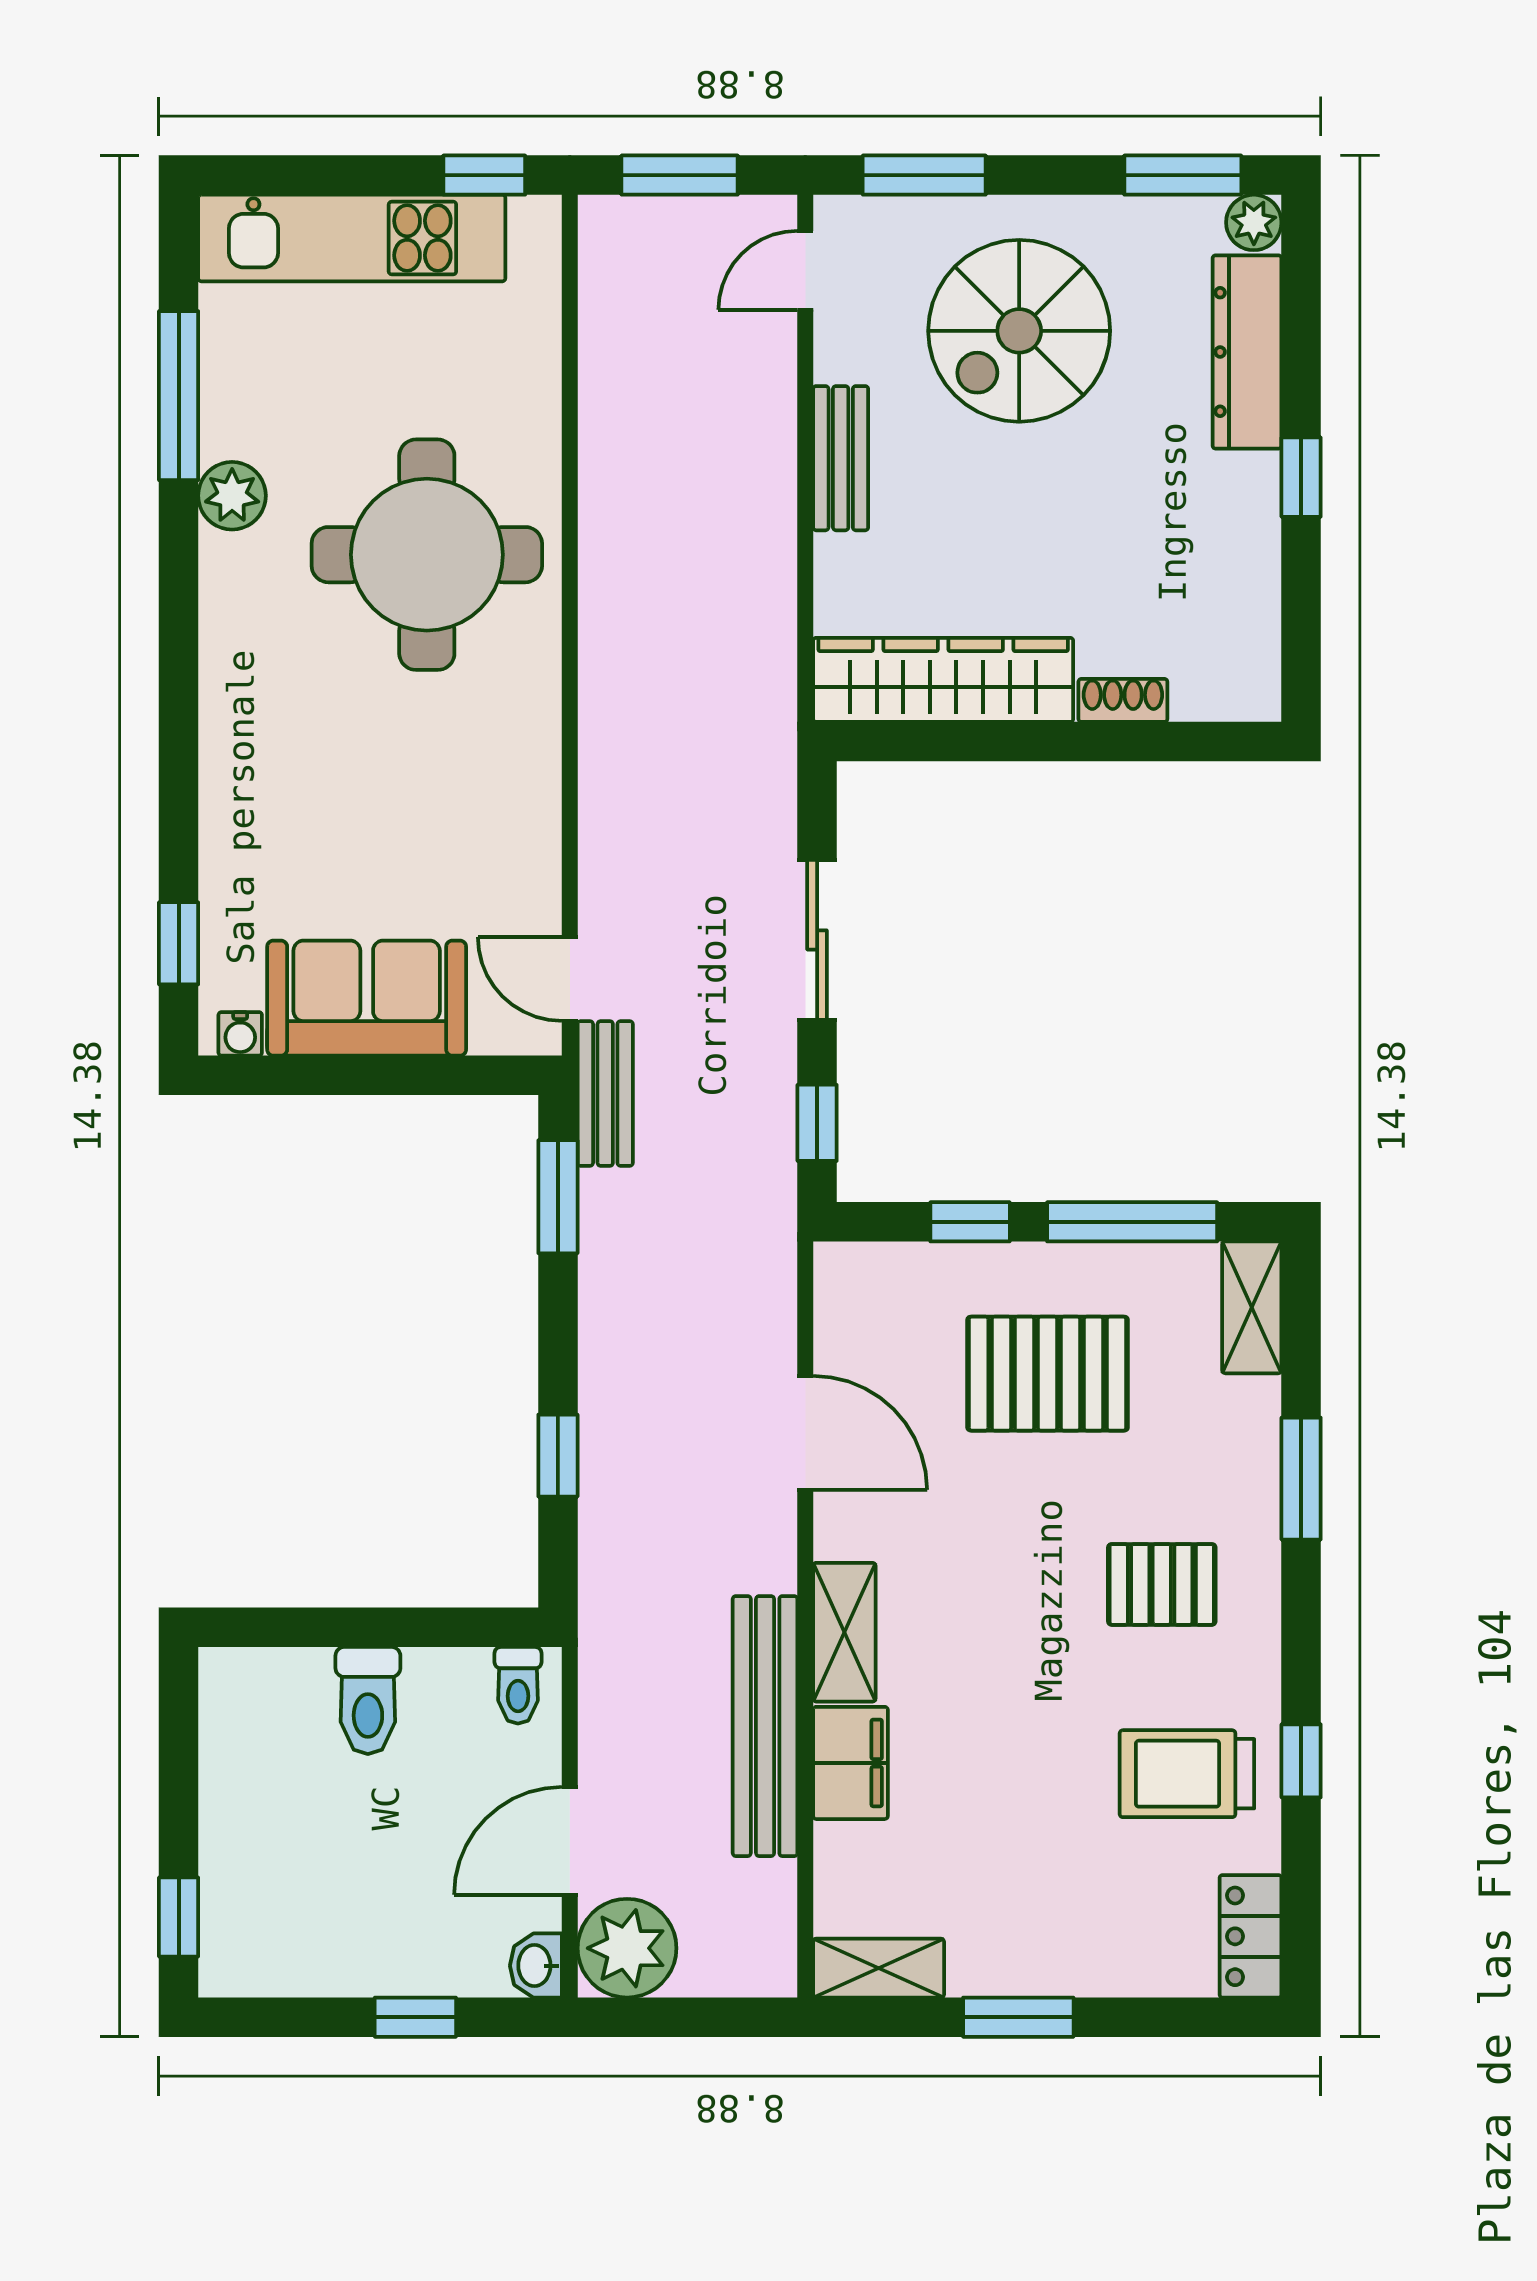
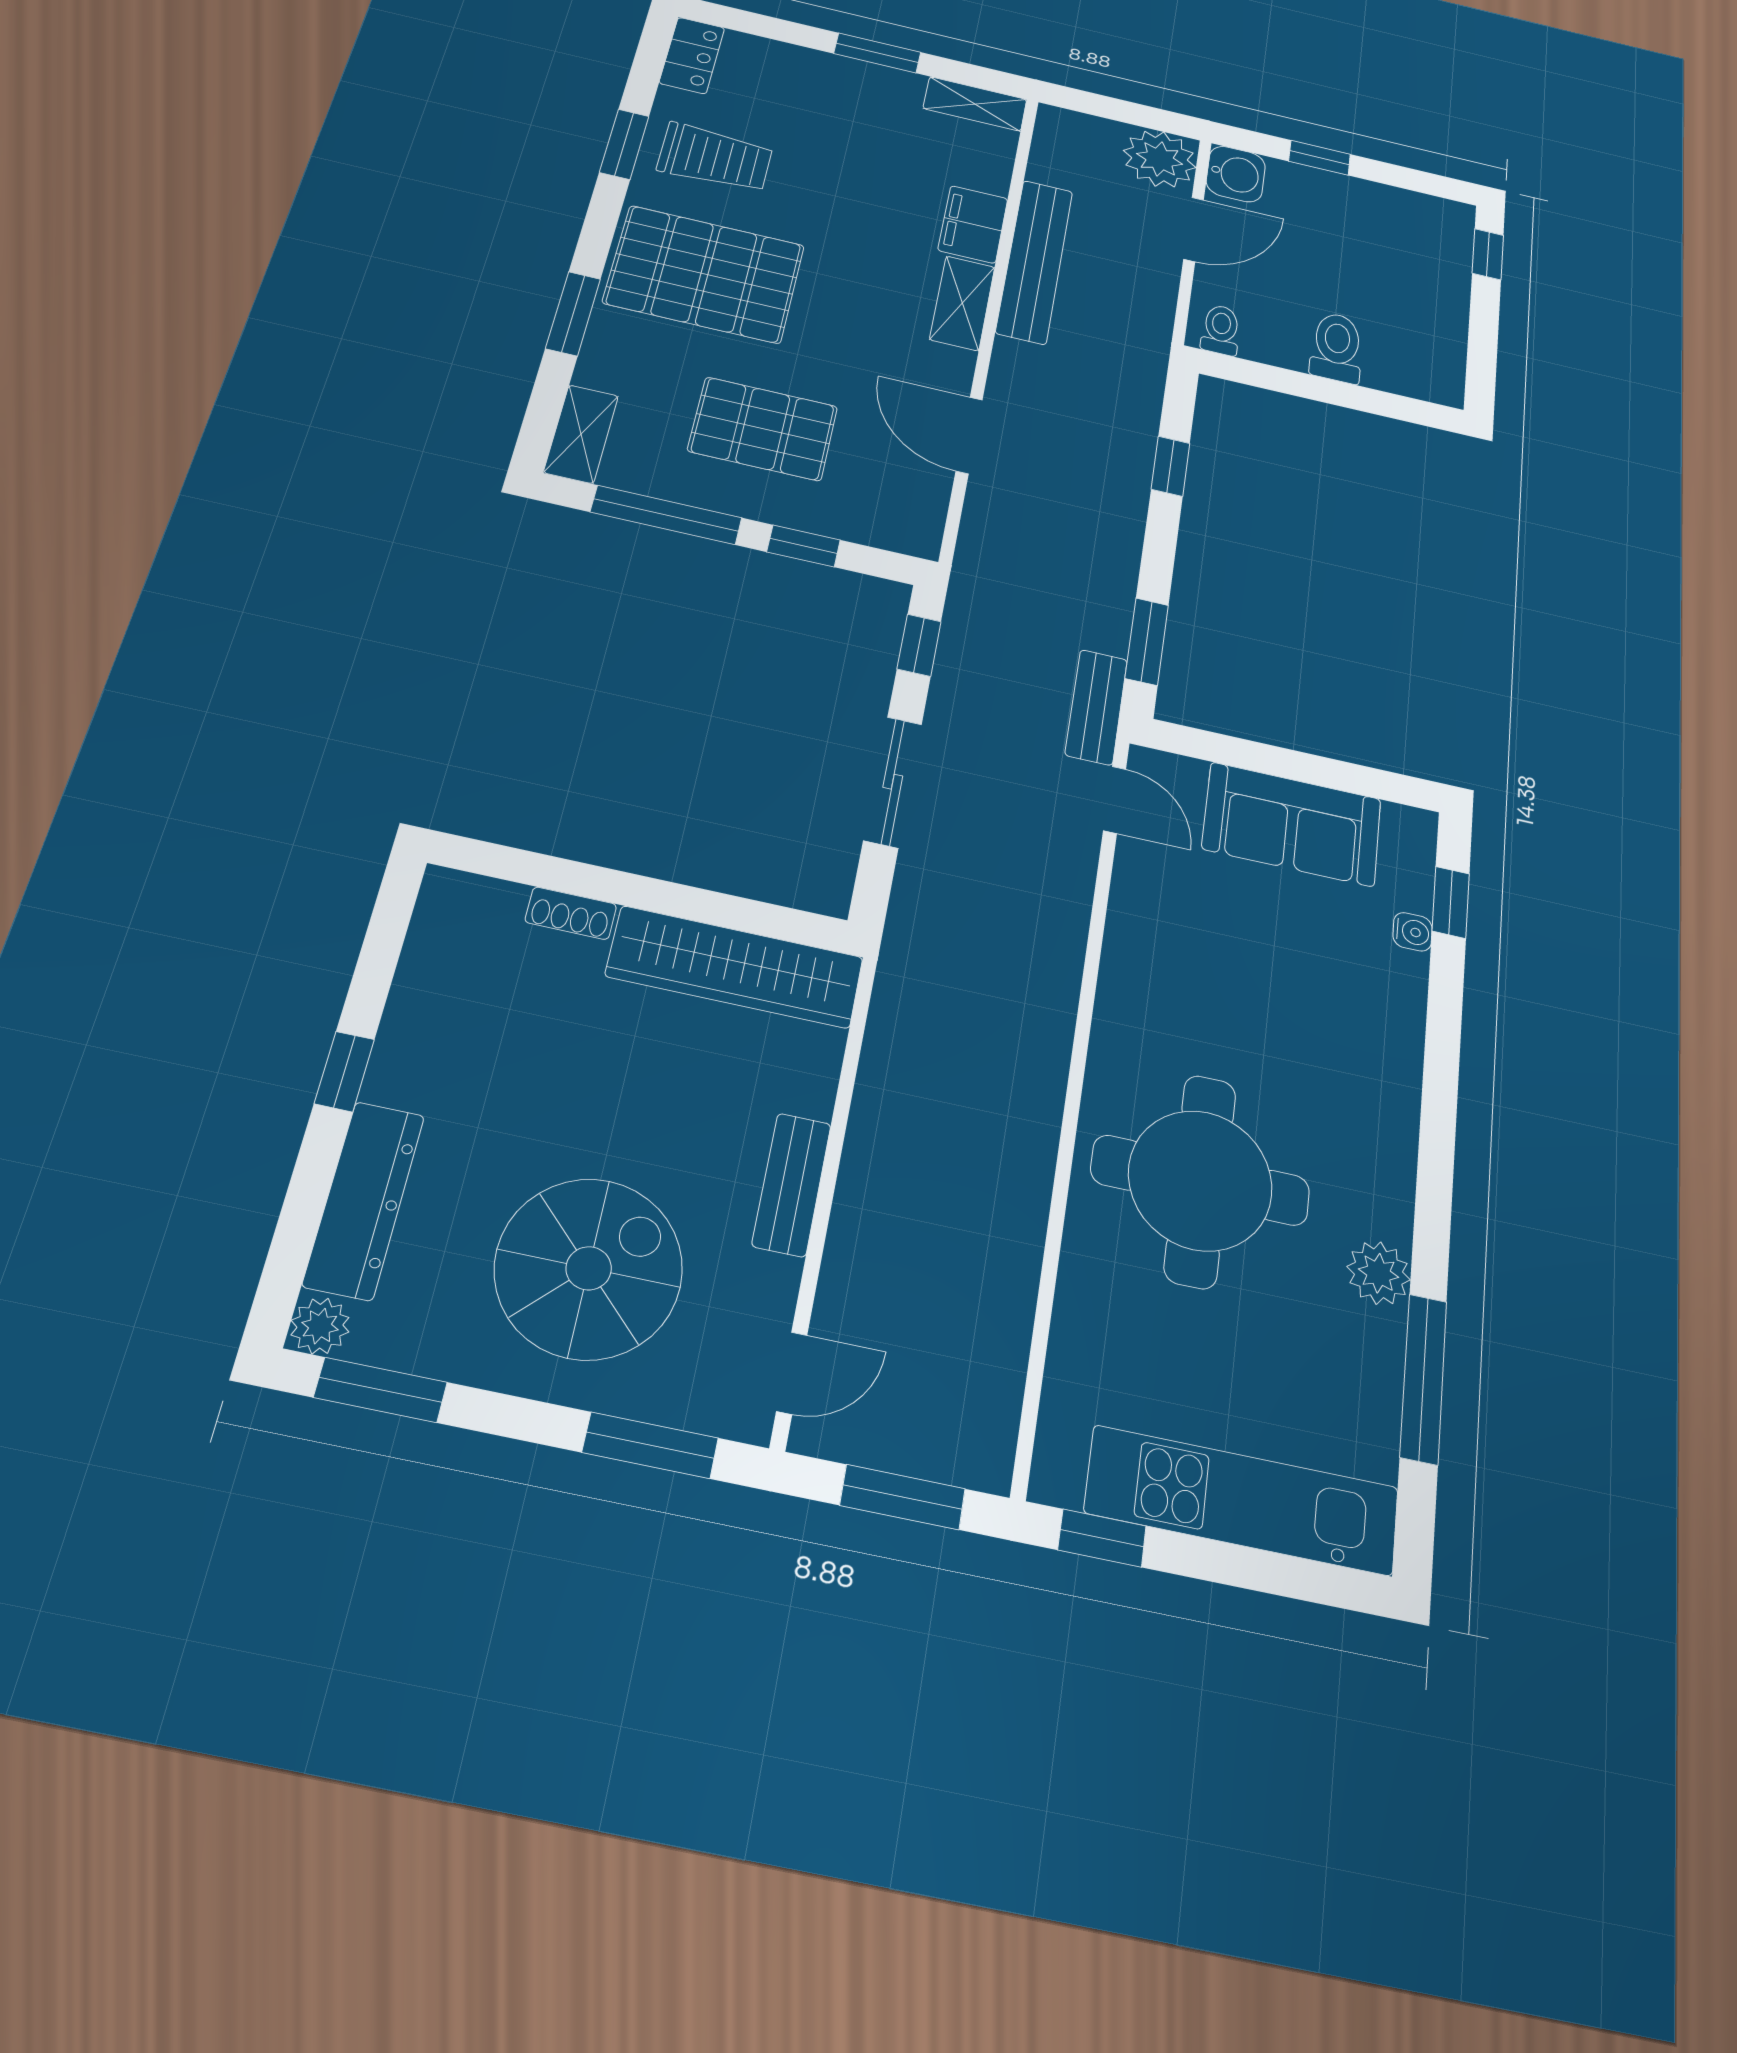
water cooler: (240, 1034) -> (1412, 932), moved, turned 90
pallet: (1162, 1584) -> (704, 274), width x2.05, depth x2.00
window: (1301, 1761) -> (624, 144), width x1.50
washbasin: (536, 1966) -> (1236, 174), width x1.38, depth x1.45

